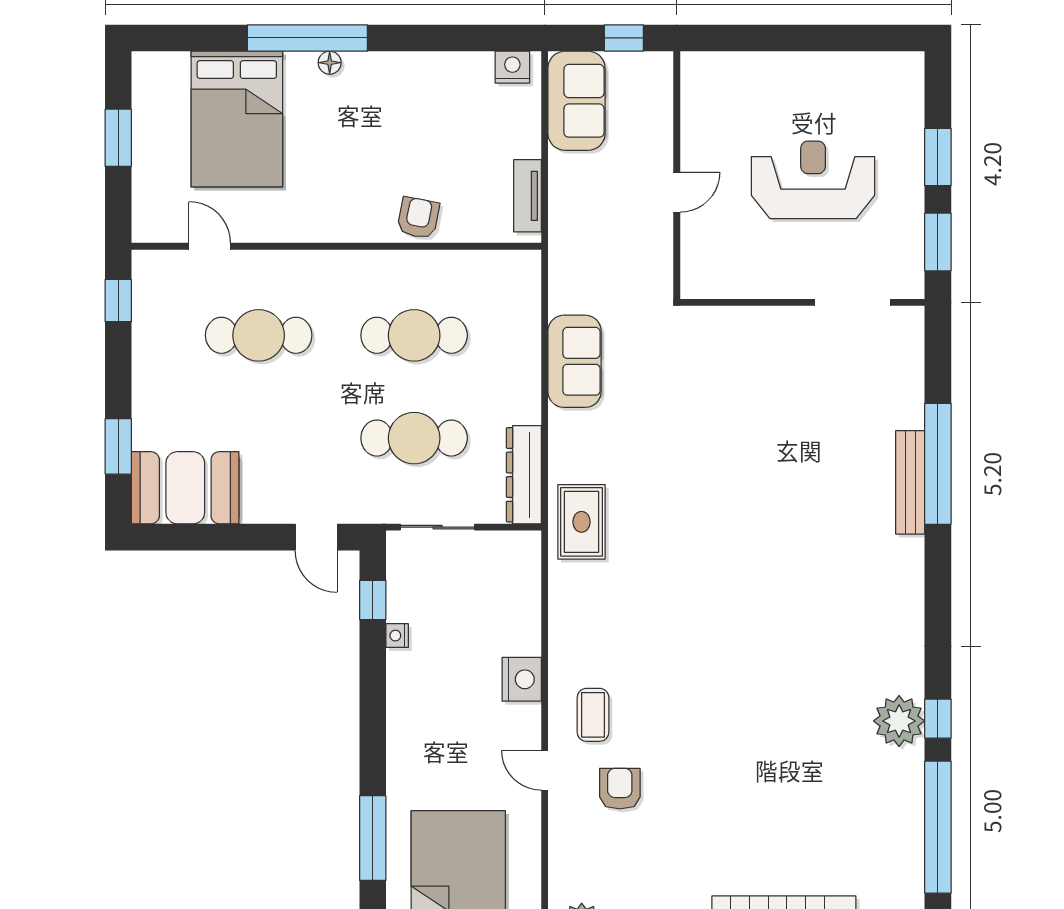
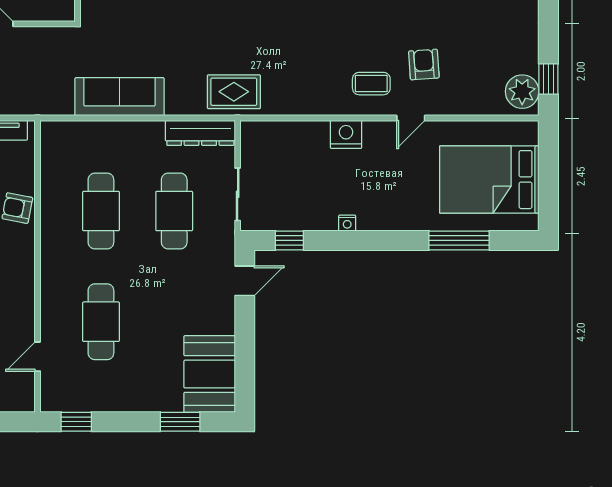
sofa: (575, 361) -> (120, 97), width x1.36
nightstand: (397, 636) -> (347, 223), moved
armchair: (620, 789) -> (424, 64), turned 86

